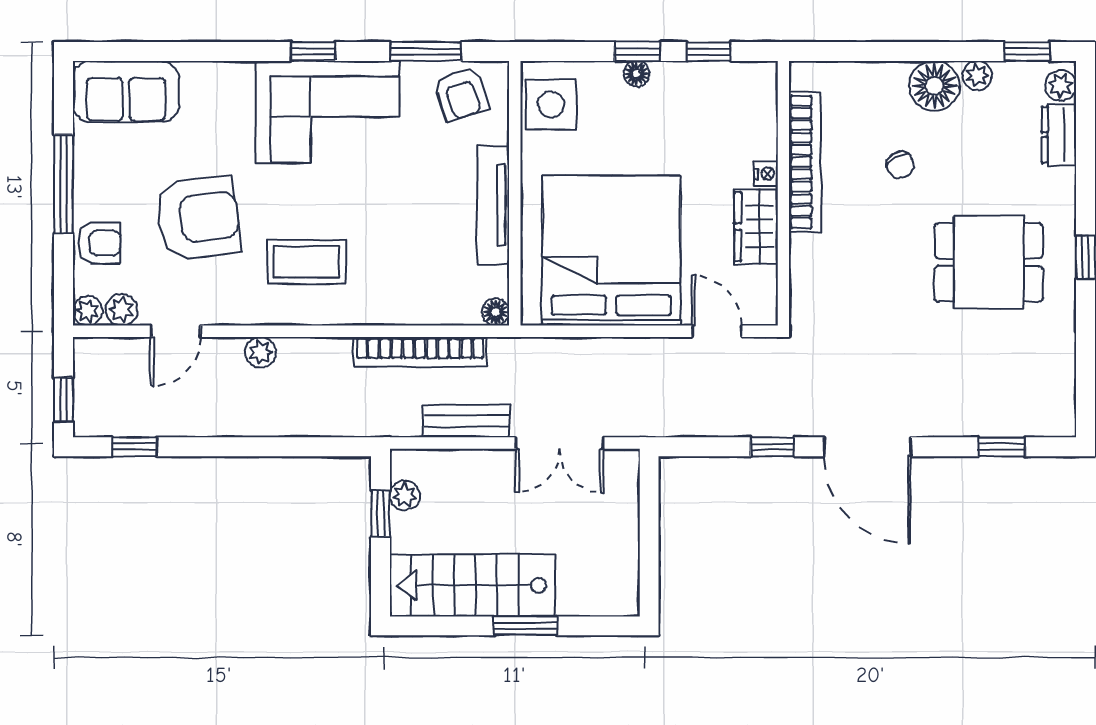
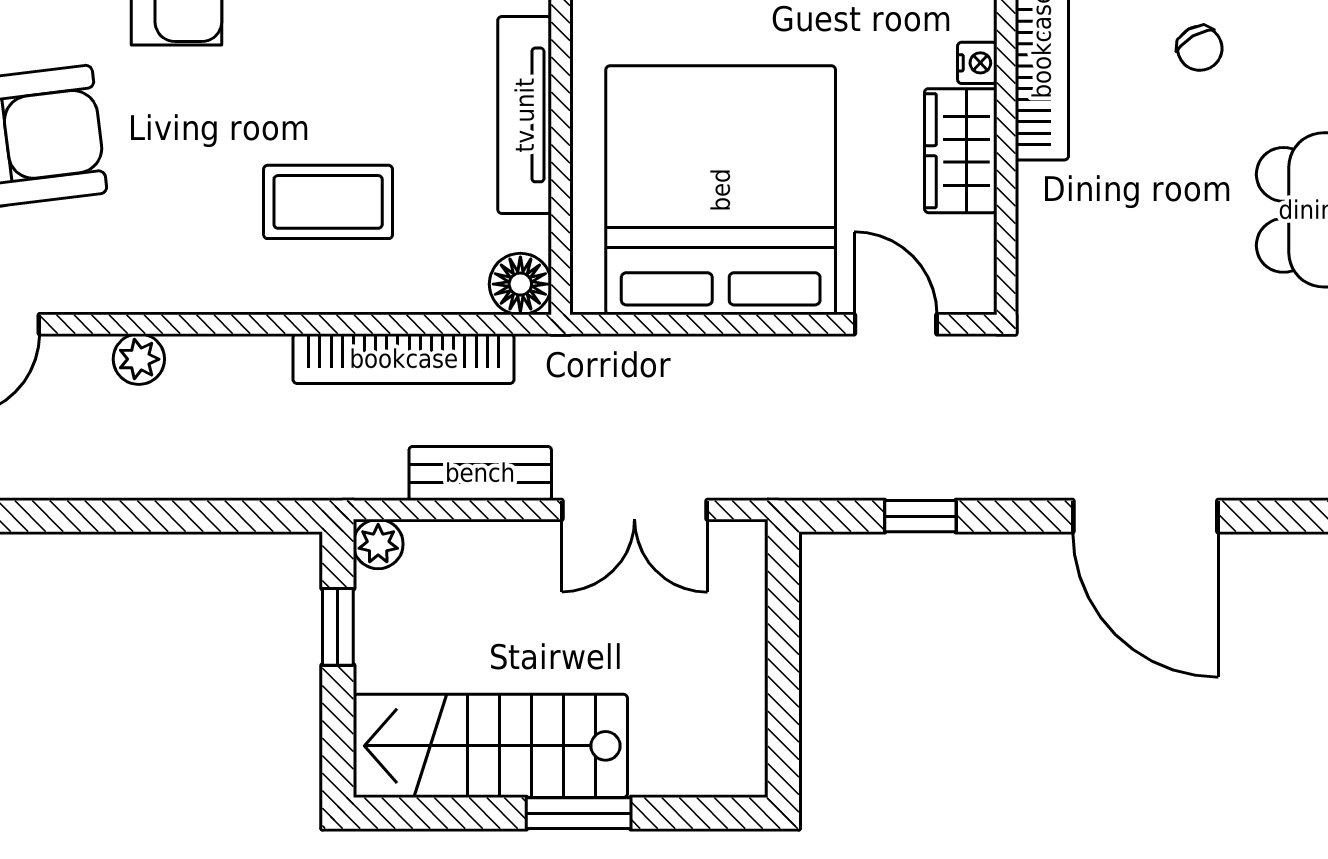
coffee table: (306, 262) -> (328, 202), moved
floor lamp: (496, 312) -> (520, 284), width x1.37, depth x1.37
window: (772, 447) -> (920, 516), moved
plant: (405, 495) -> (378, 544), moved

